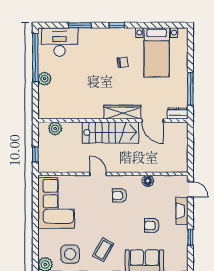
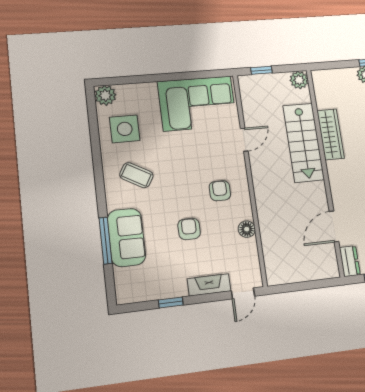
wardrobe: (122, 112) -> (331, 134), moved
plant: (55, 129) -> (299, 80), moved
stairs: (110, 132) -> (304, 143), moved
door: (98, 174) -> (244, 140), moved
armchair: (152, 226) -> (189, 229), moved

